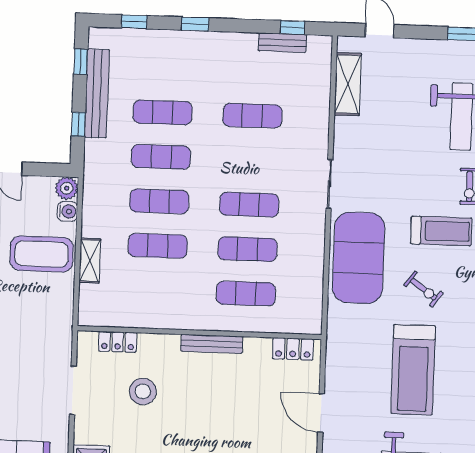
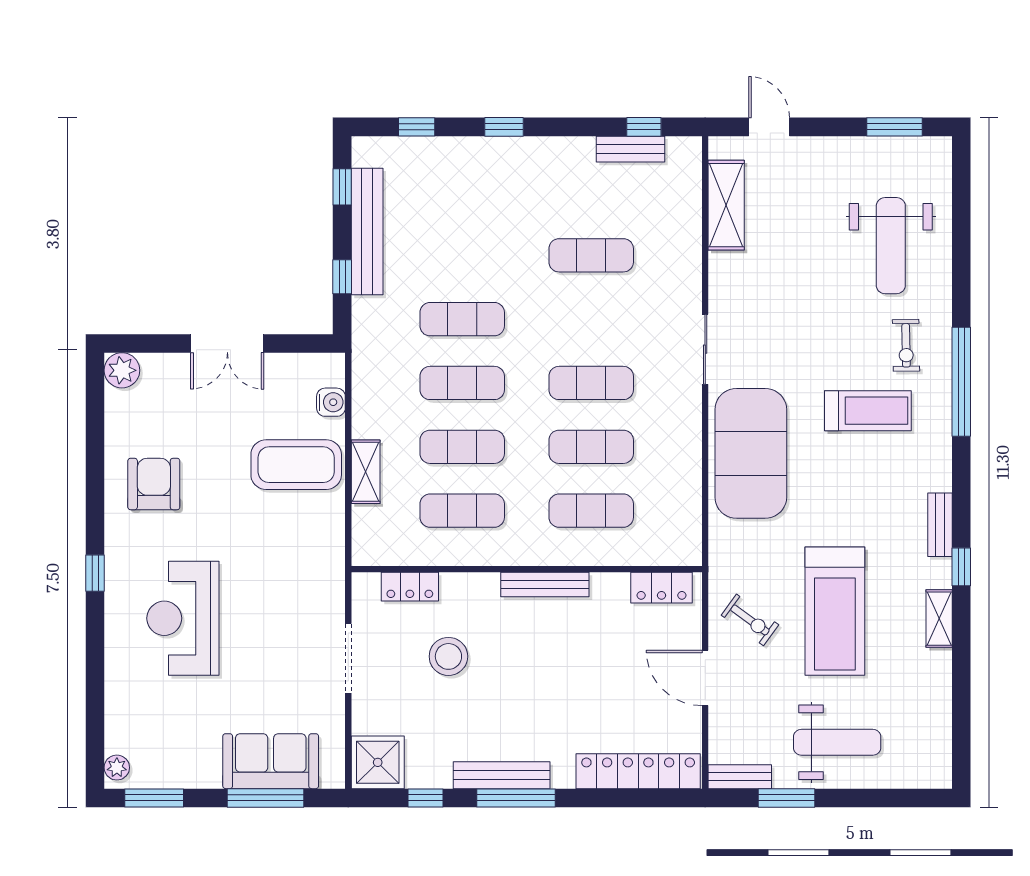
exercise mat: (163, 112) -> (462, 511), moved
plant: (67, 188) -> (329, 369), removed
exercise bike: (424, 289) -> (750, 620), moved

